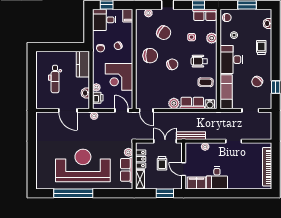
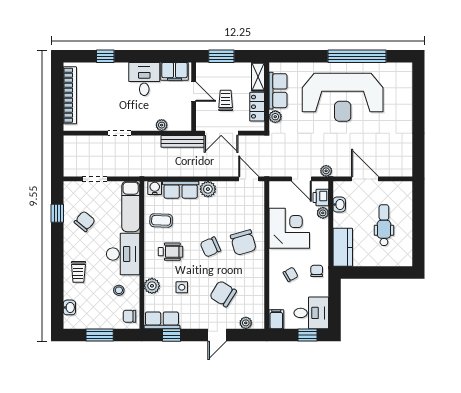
chair: (150, 56) -> (243, 243), moved, turned -106
door: (122, 110) -> (301, 179), moved
window: (243, 193) -> (105, 56), added

